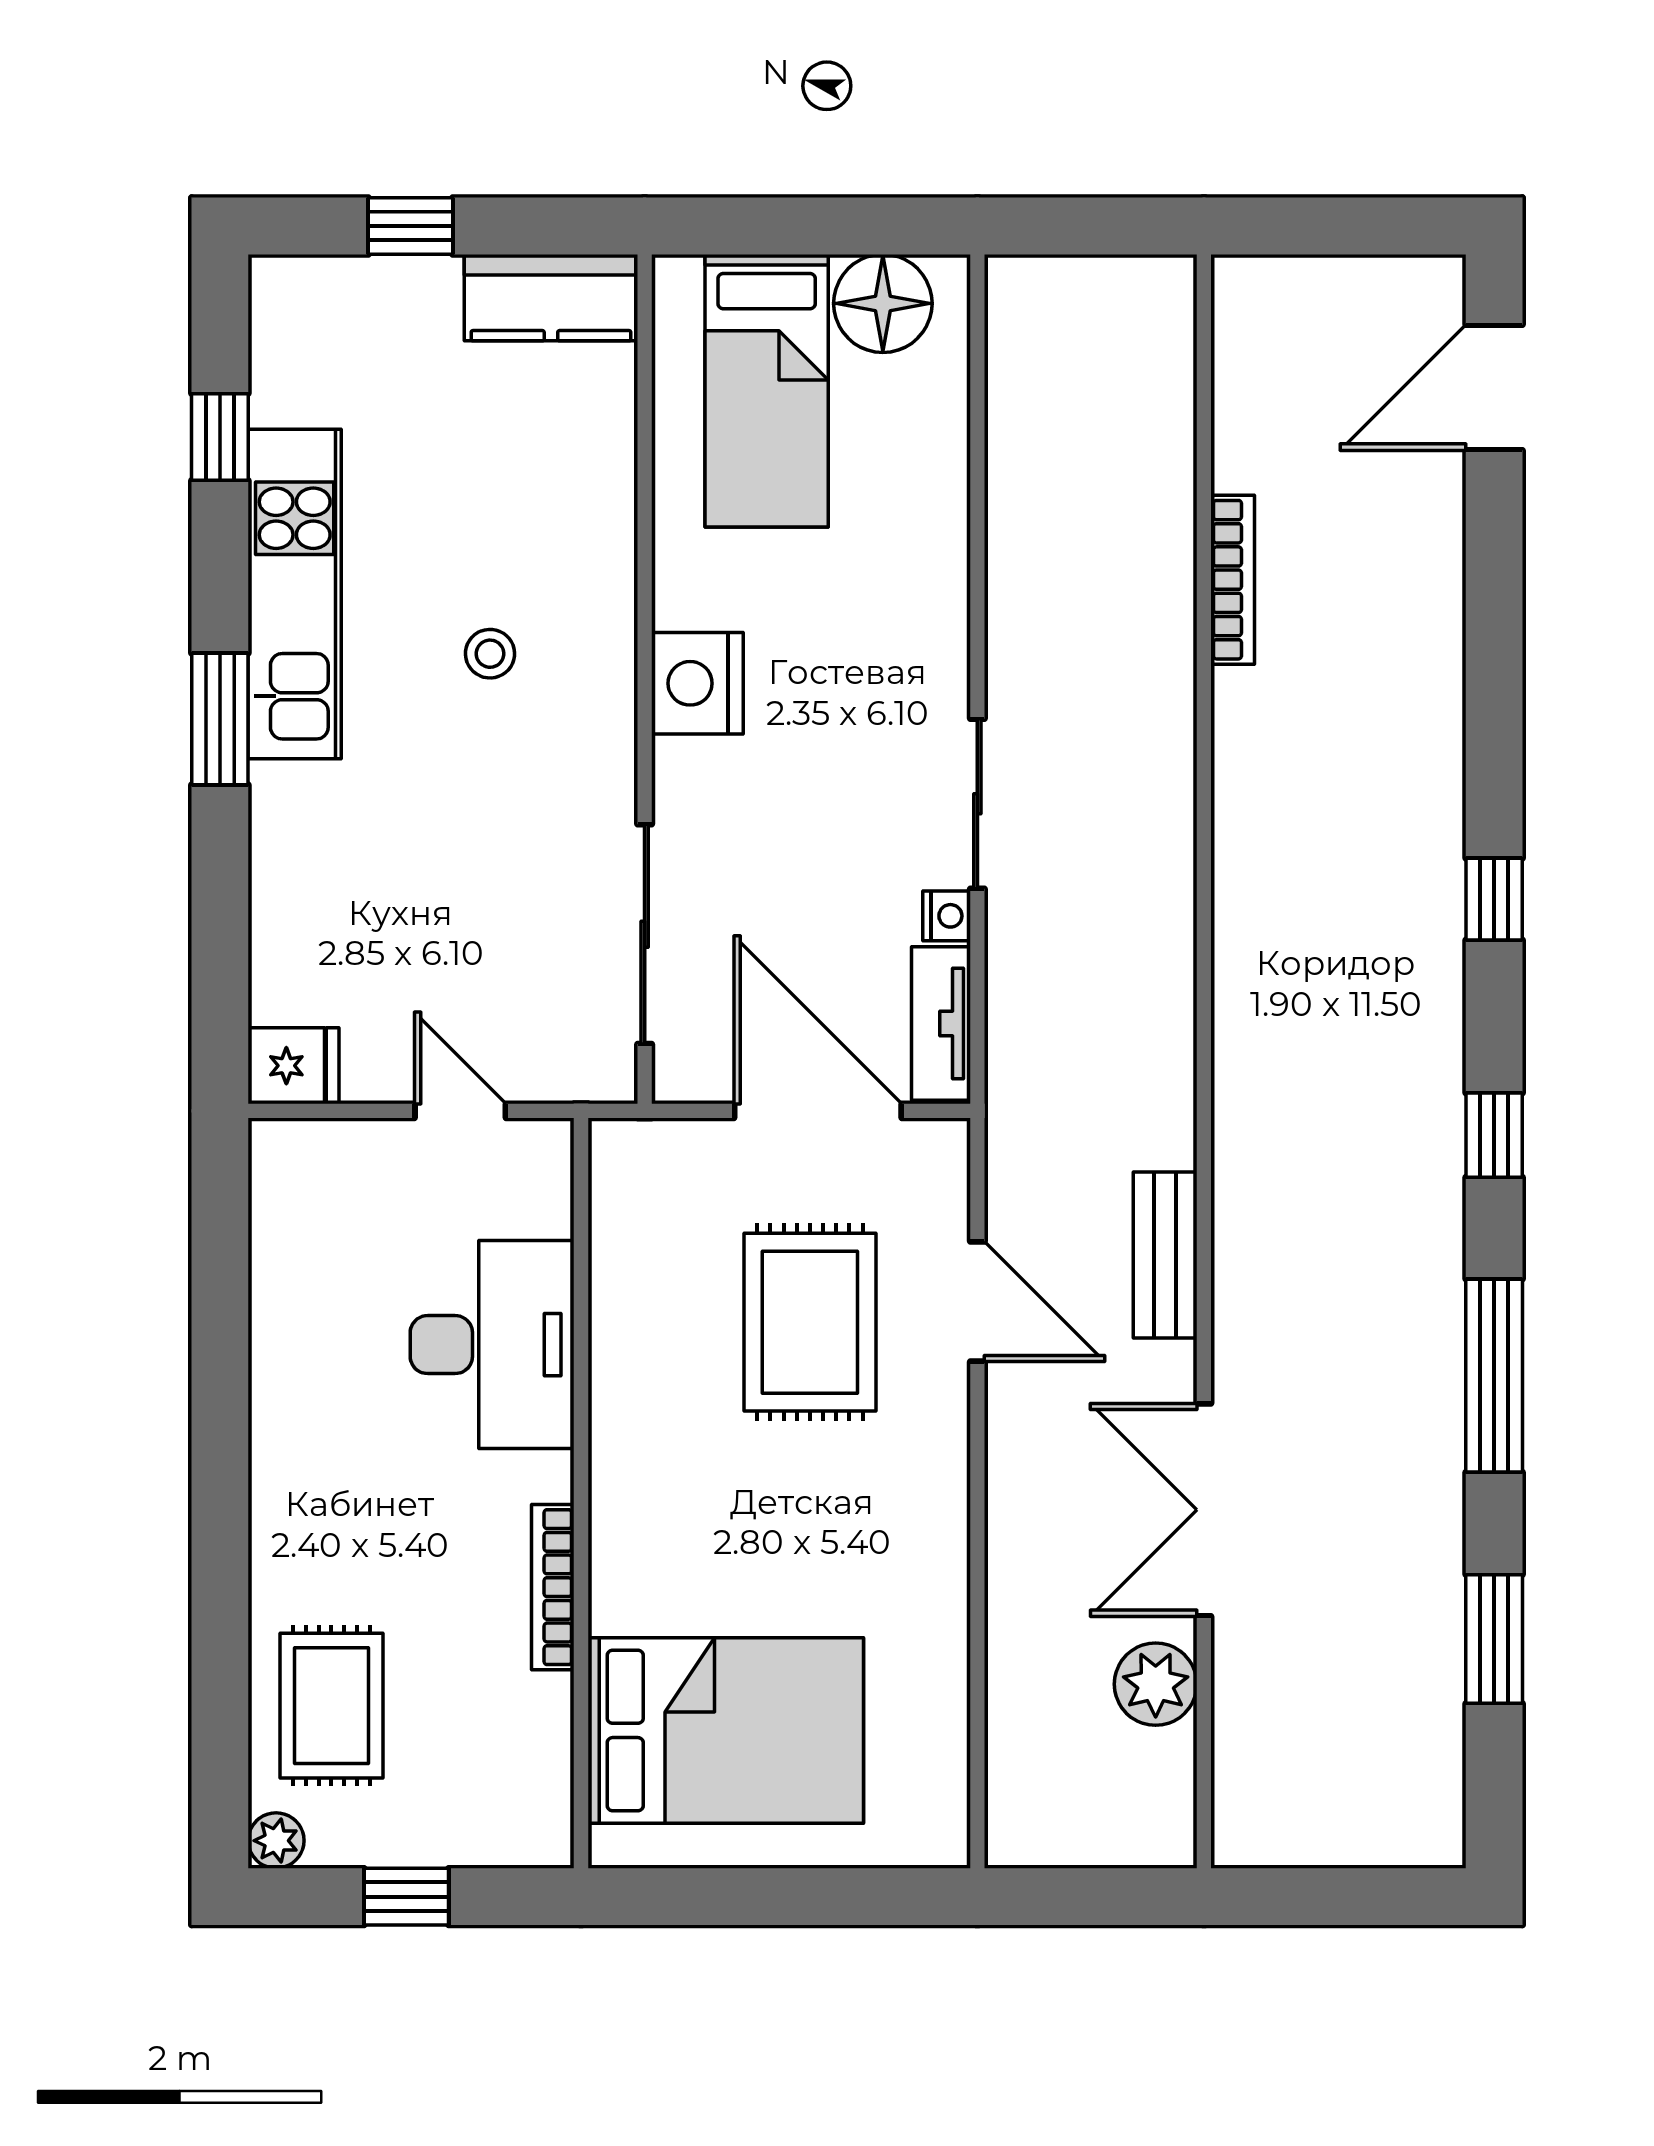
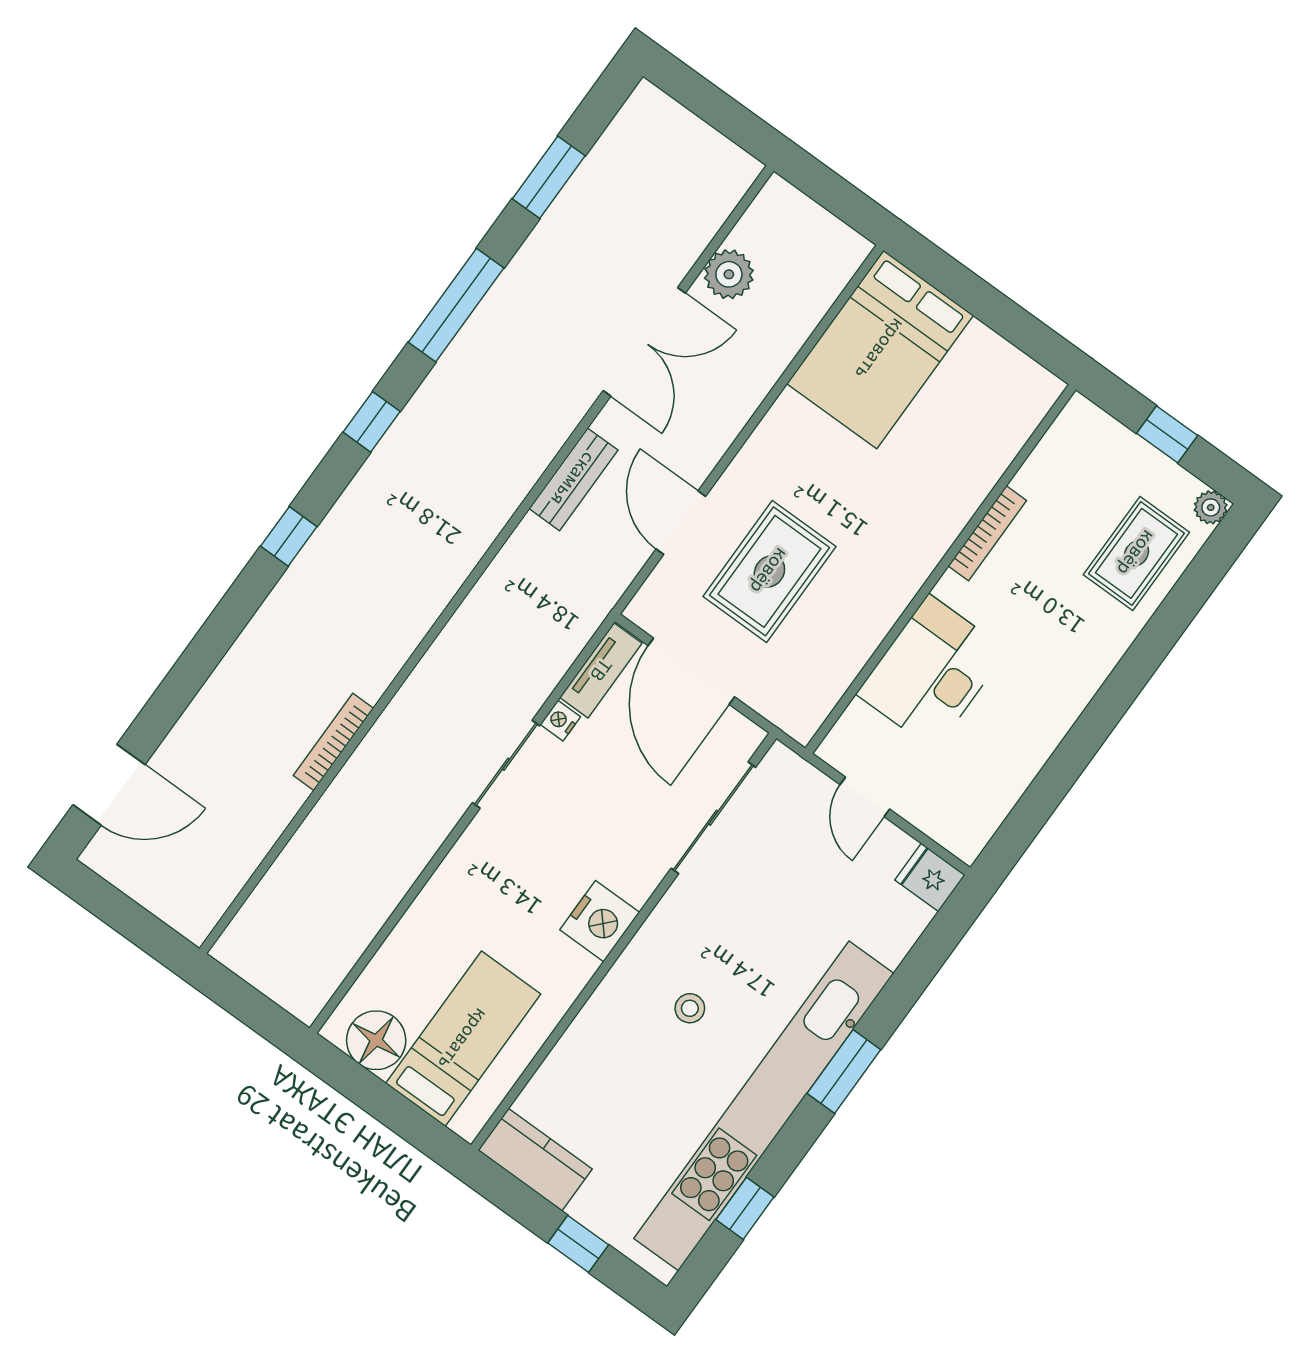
bookcase: (1233, 580) -> (333, 742), moved
kitchen unit: (295, 594) -> (764, 1106), width x1.86
bed: (726, 1730) -> (880, 349), moved, turned -90

